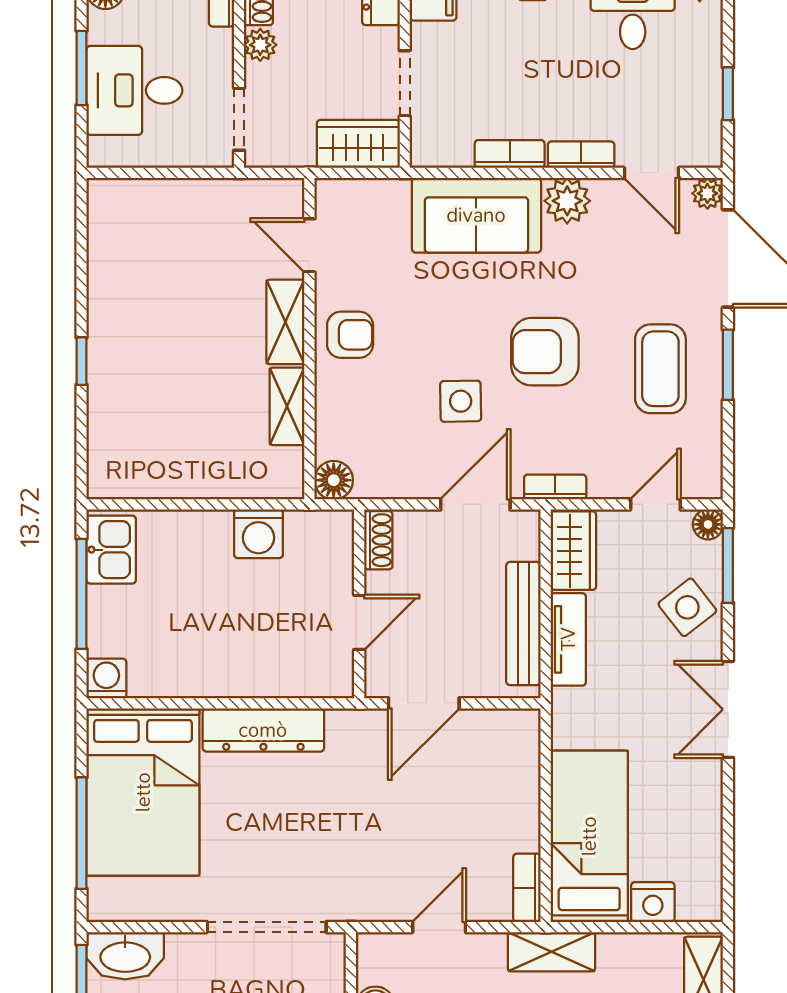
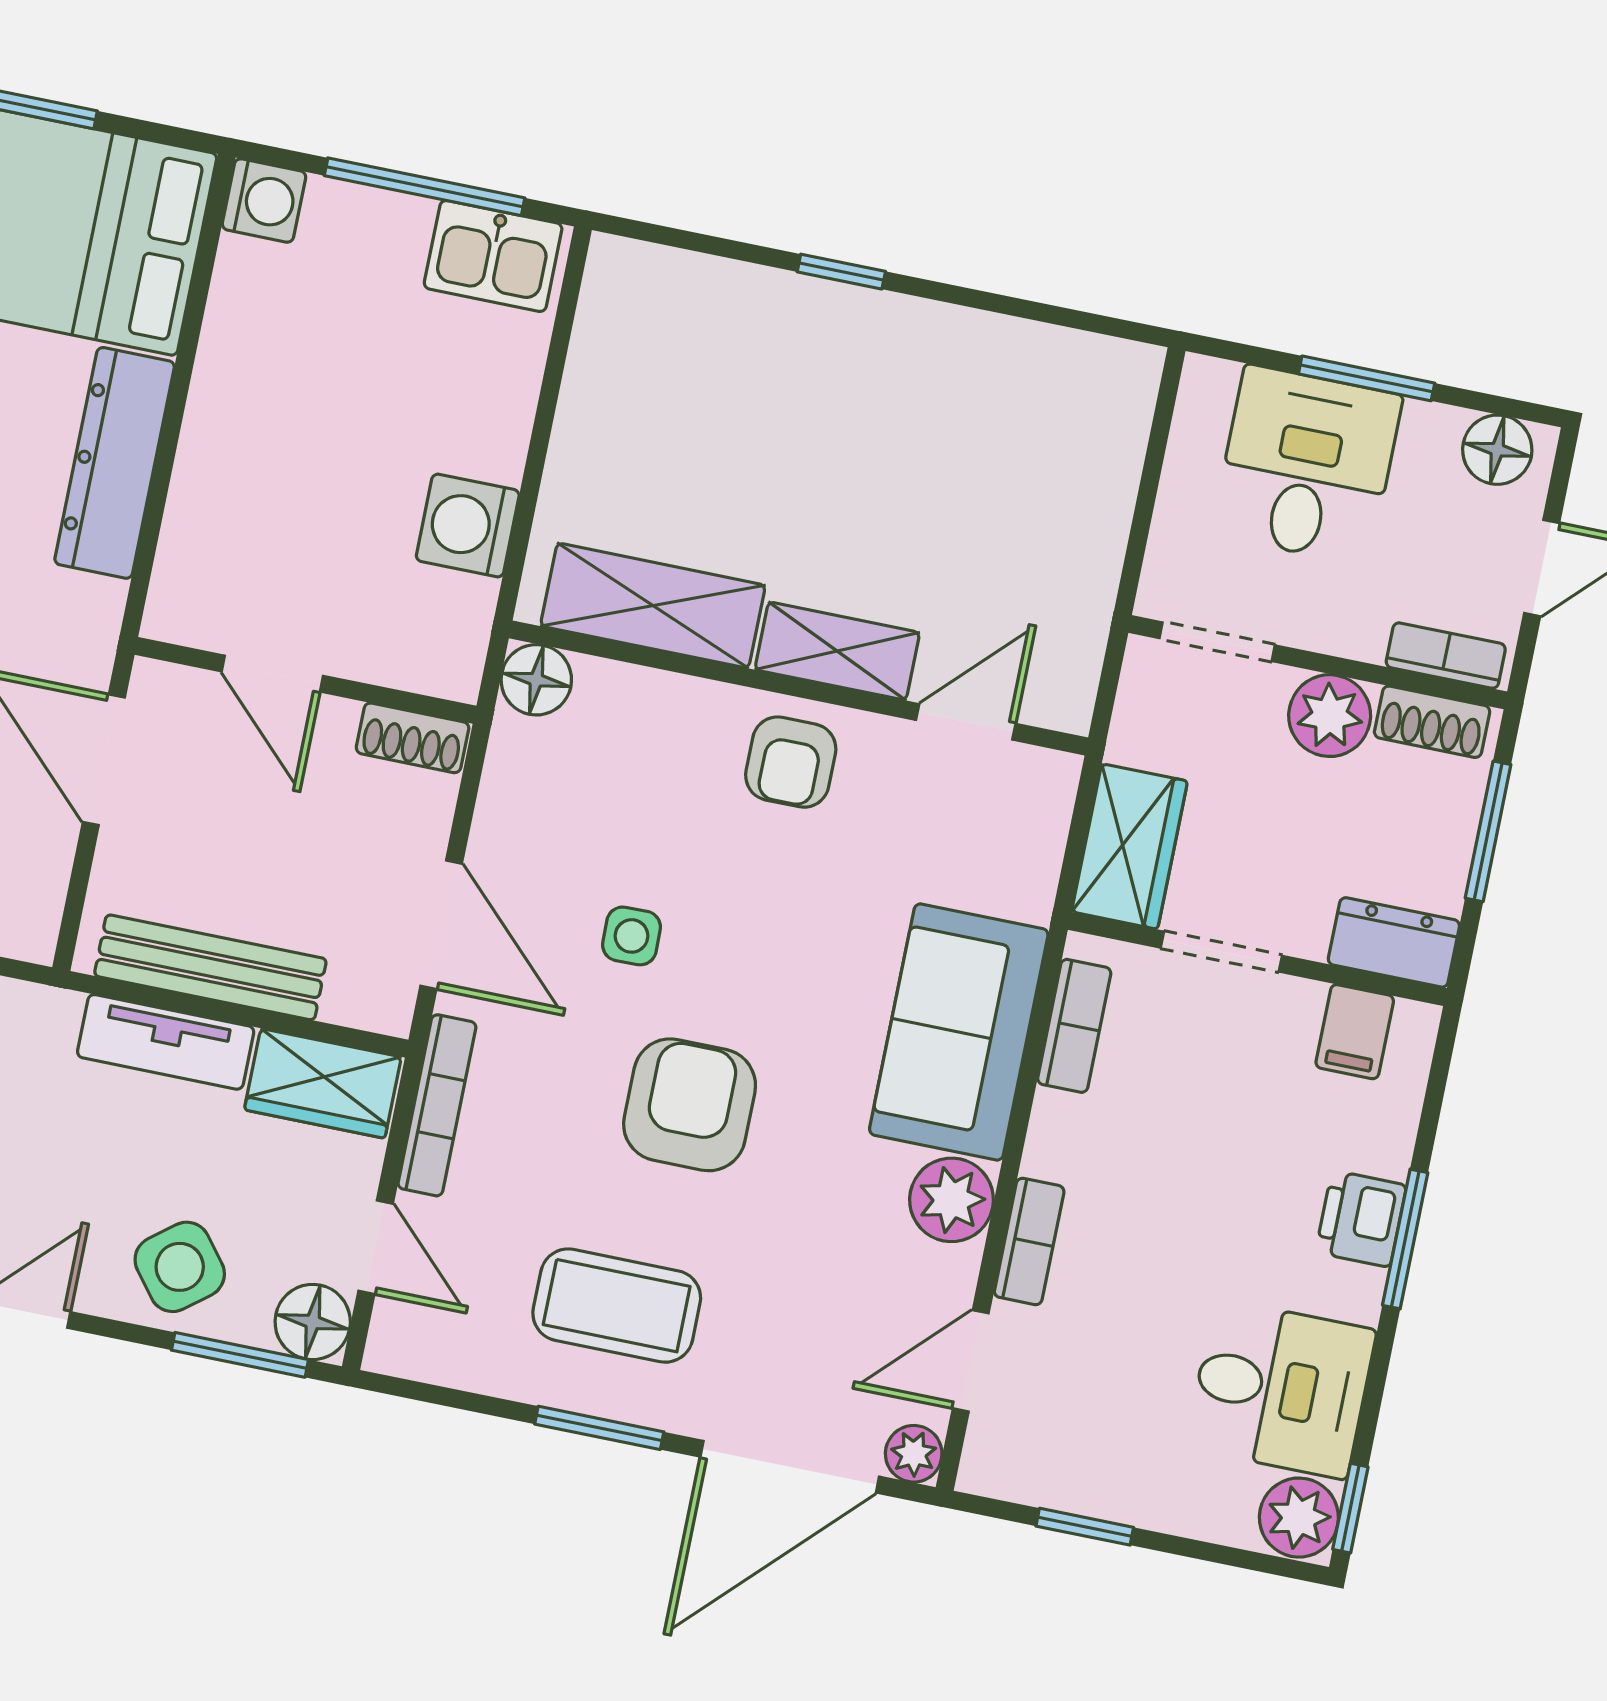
plant: (260, 45) -> (1330, 716), width x1.38, depth x1.38
bookcase: (510, 154) -> (1074, 1026), moved
side table: (461, 401) -> (631, 936), width x0.73, depth x0.73
shelving: (287, 406) -> (653, 606), width x1.50, depth x1.33
bookcase: (555, 487) -> (437, 1105), width x1.56
floor lamp: (708, 524) -> (313, 1322), width x1.37, depth x1.37

